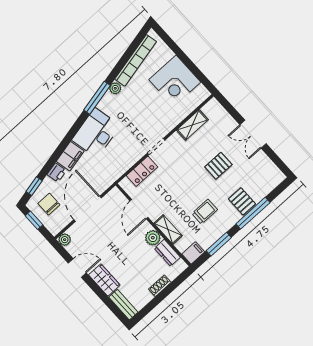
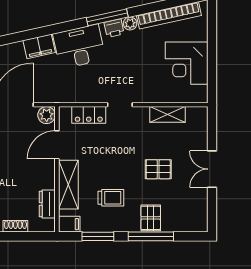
printer: (57, 173) -> (114, 28), moved
shelving: (168, 229) -> (68, 185), width x1.50, depth x1.33
plant: (153, 238) -> (47, 115), moved

